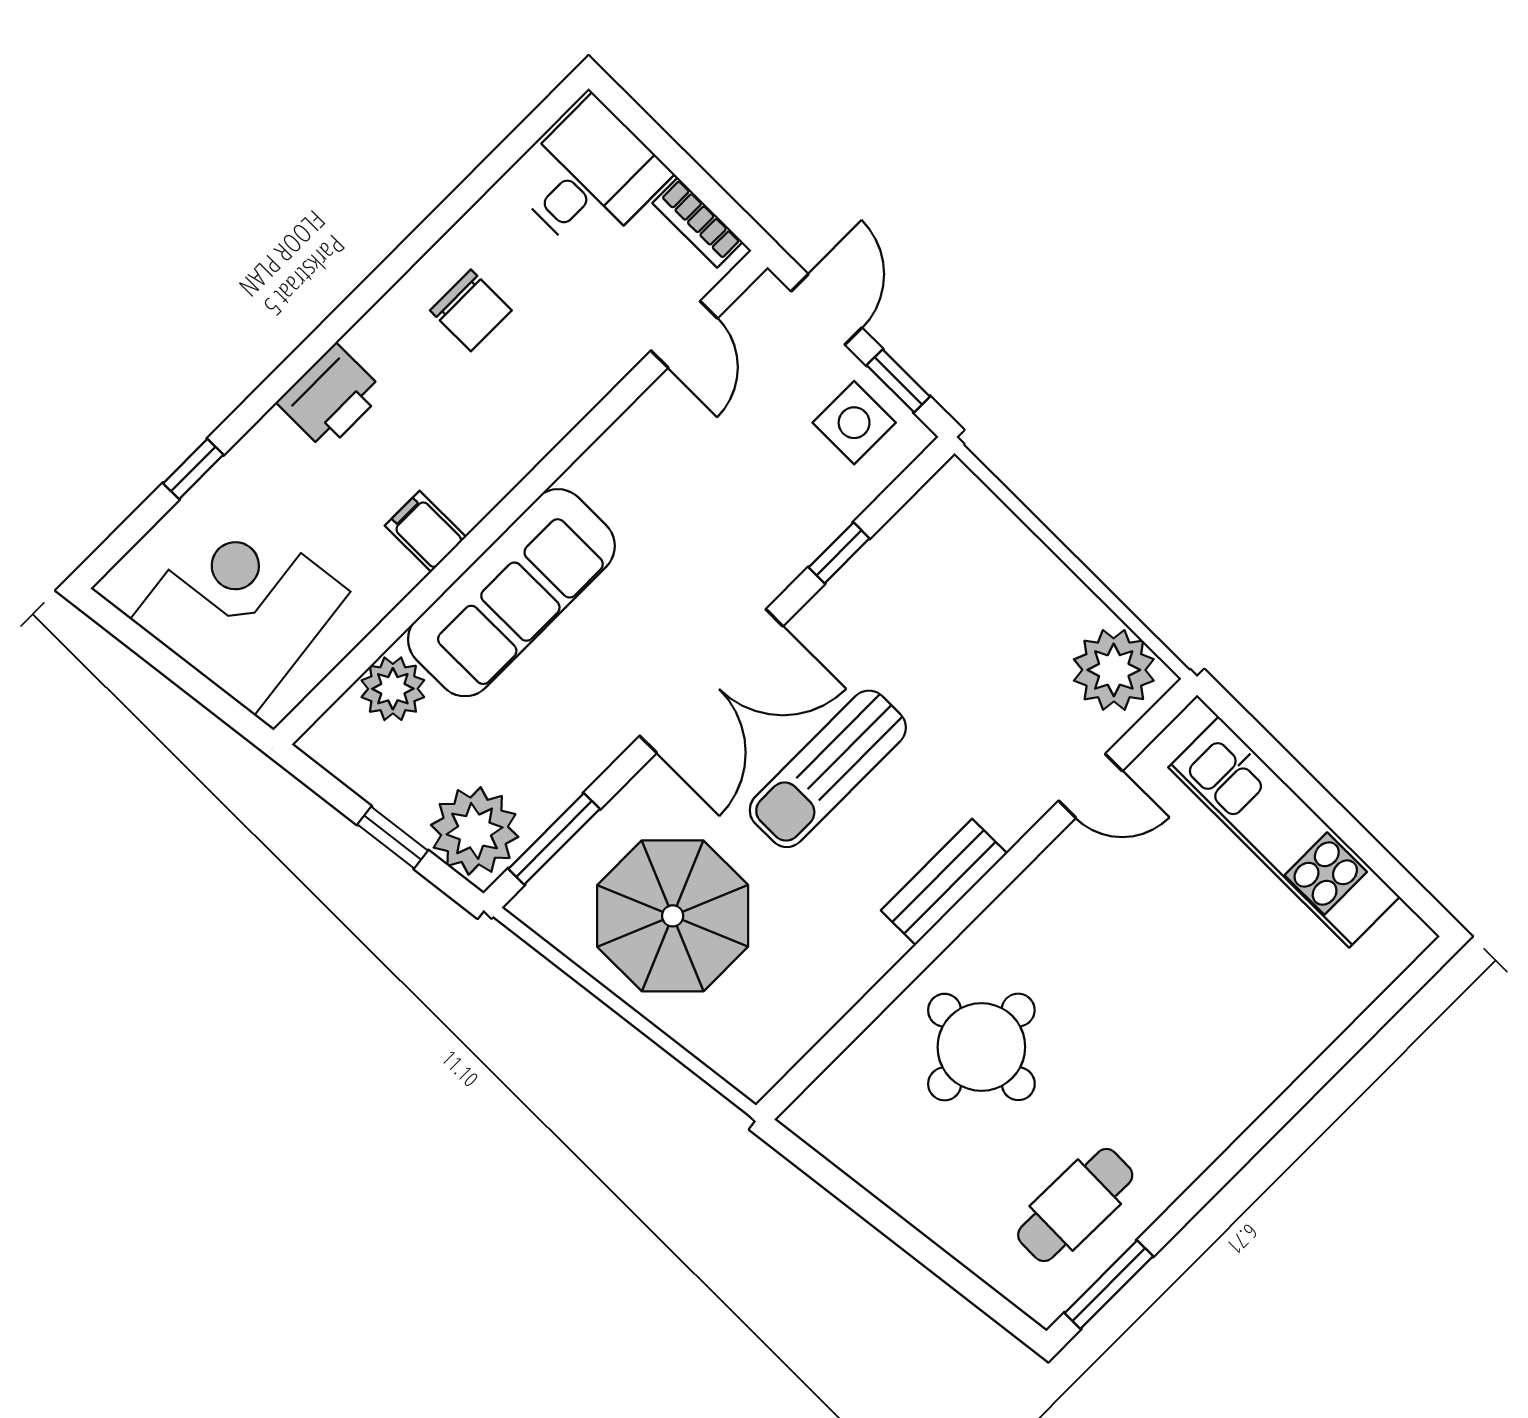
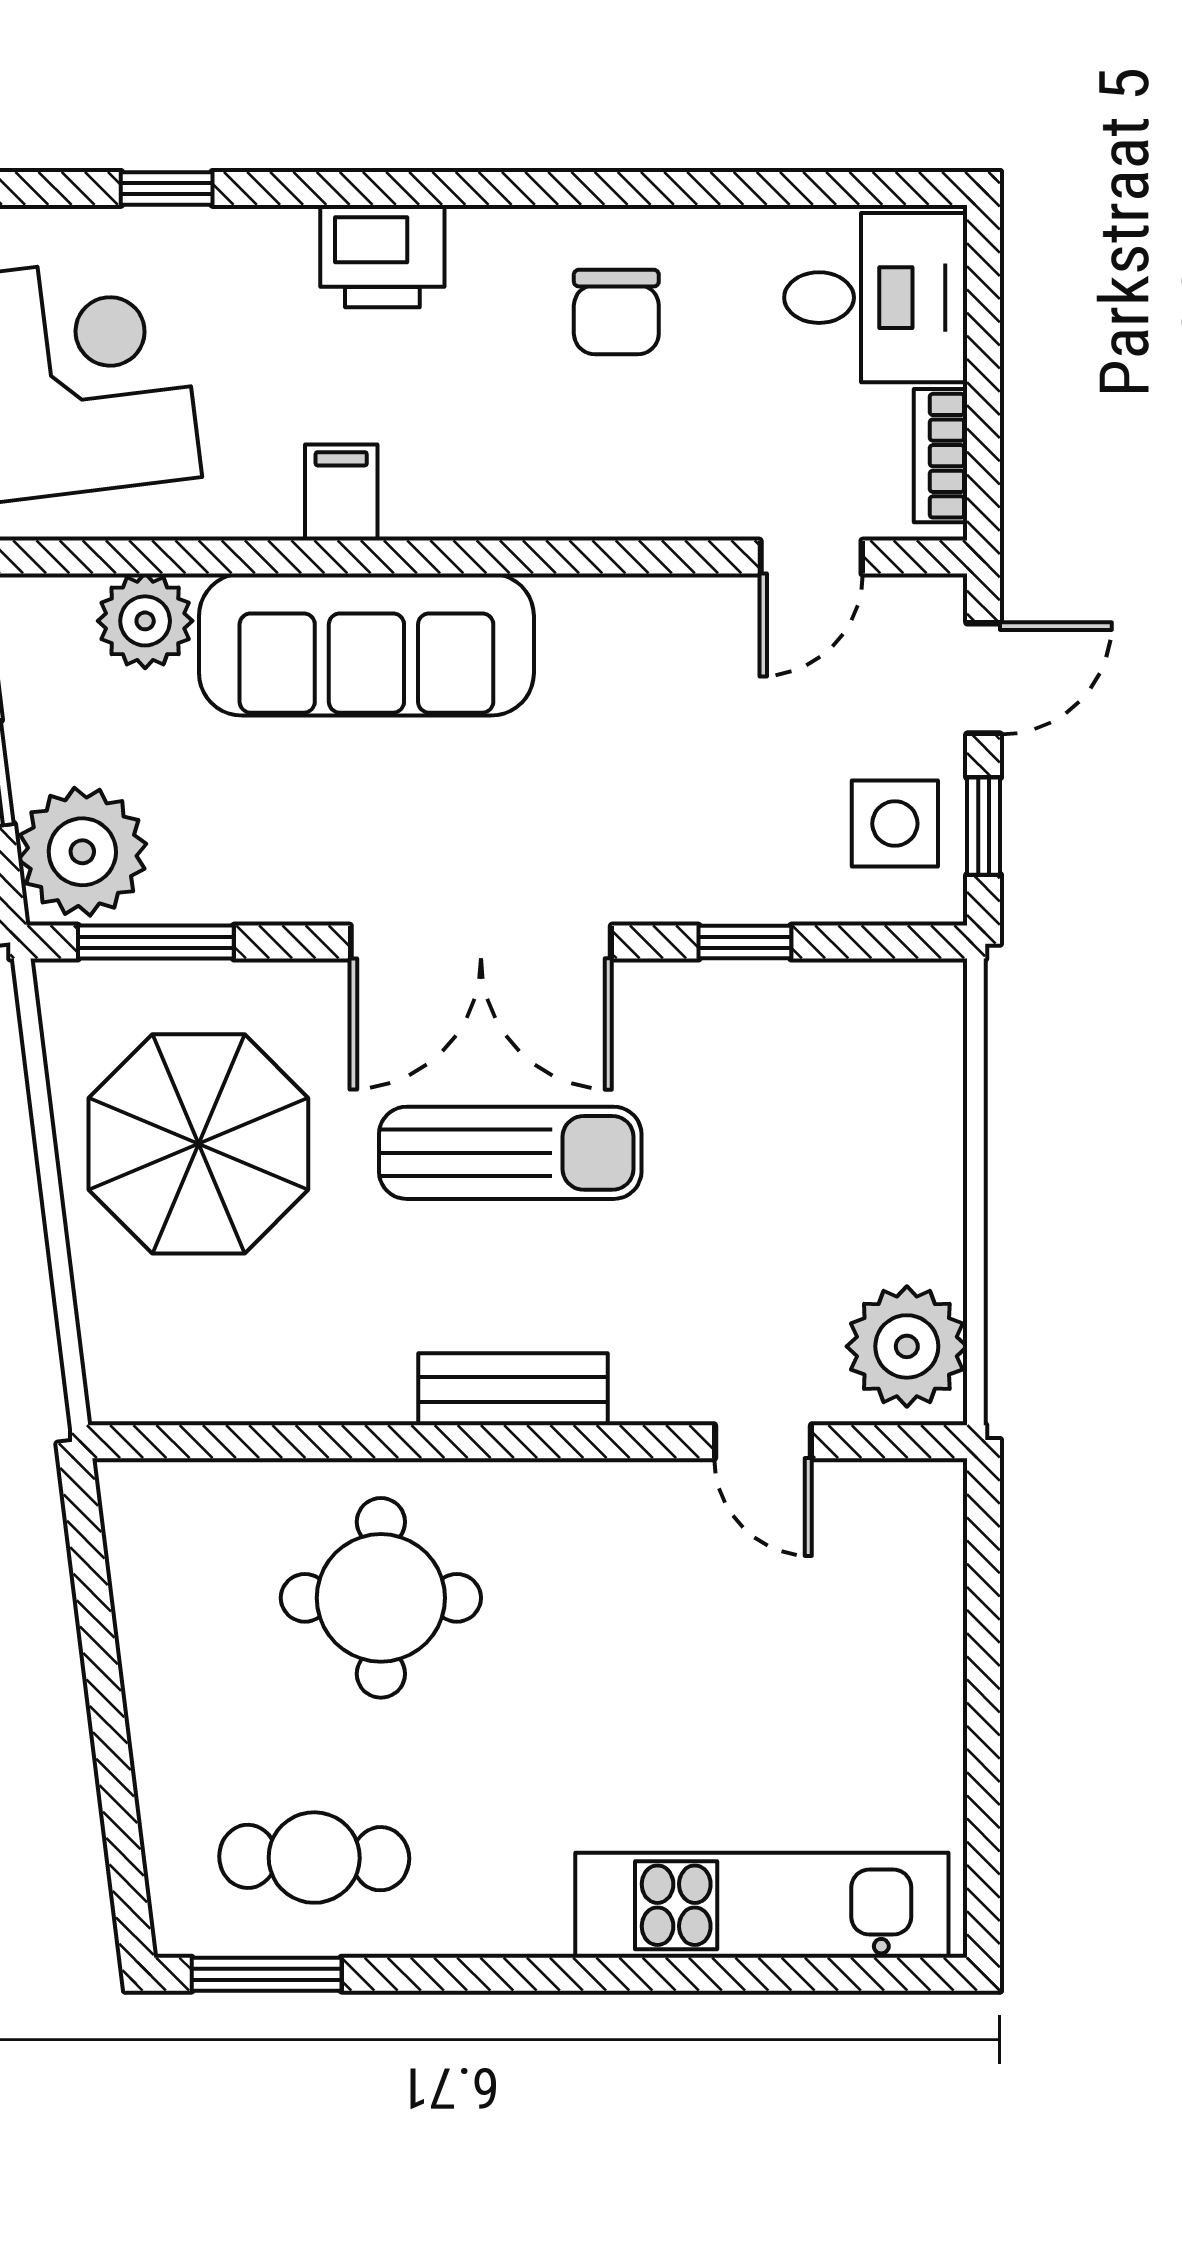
sun lounger: (828, 769) -> (510, 1153), turned 180
kitchen unit: (1284, 832) -> (762, 1905), moved, turned 90

